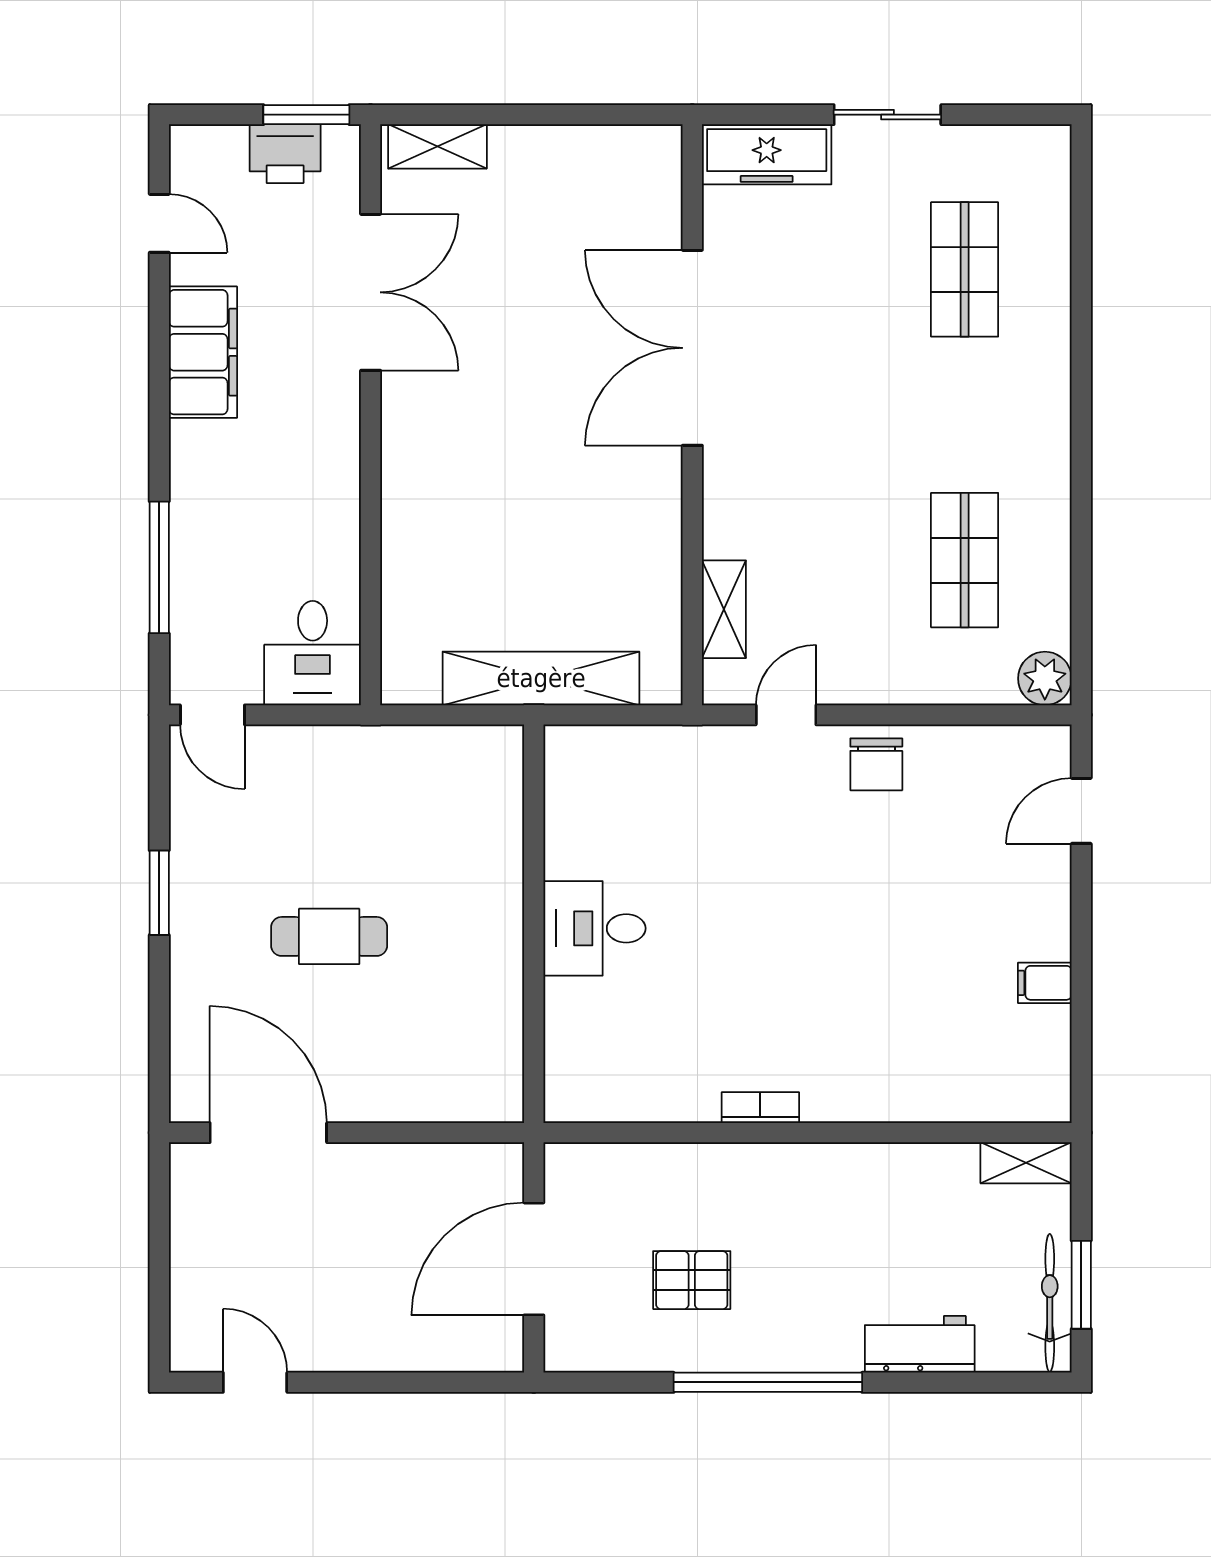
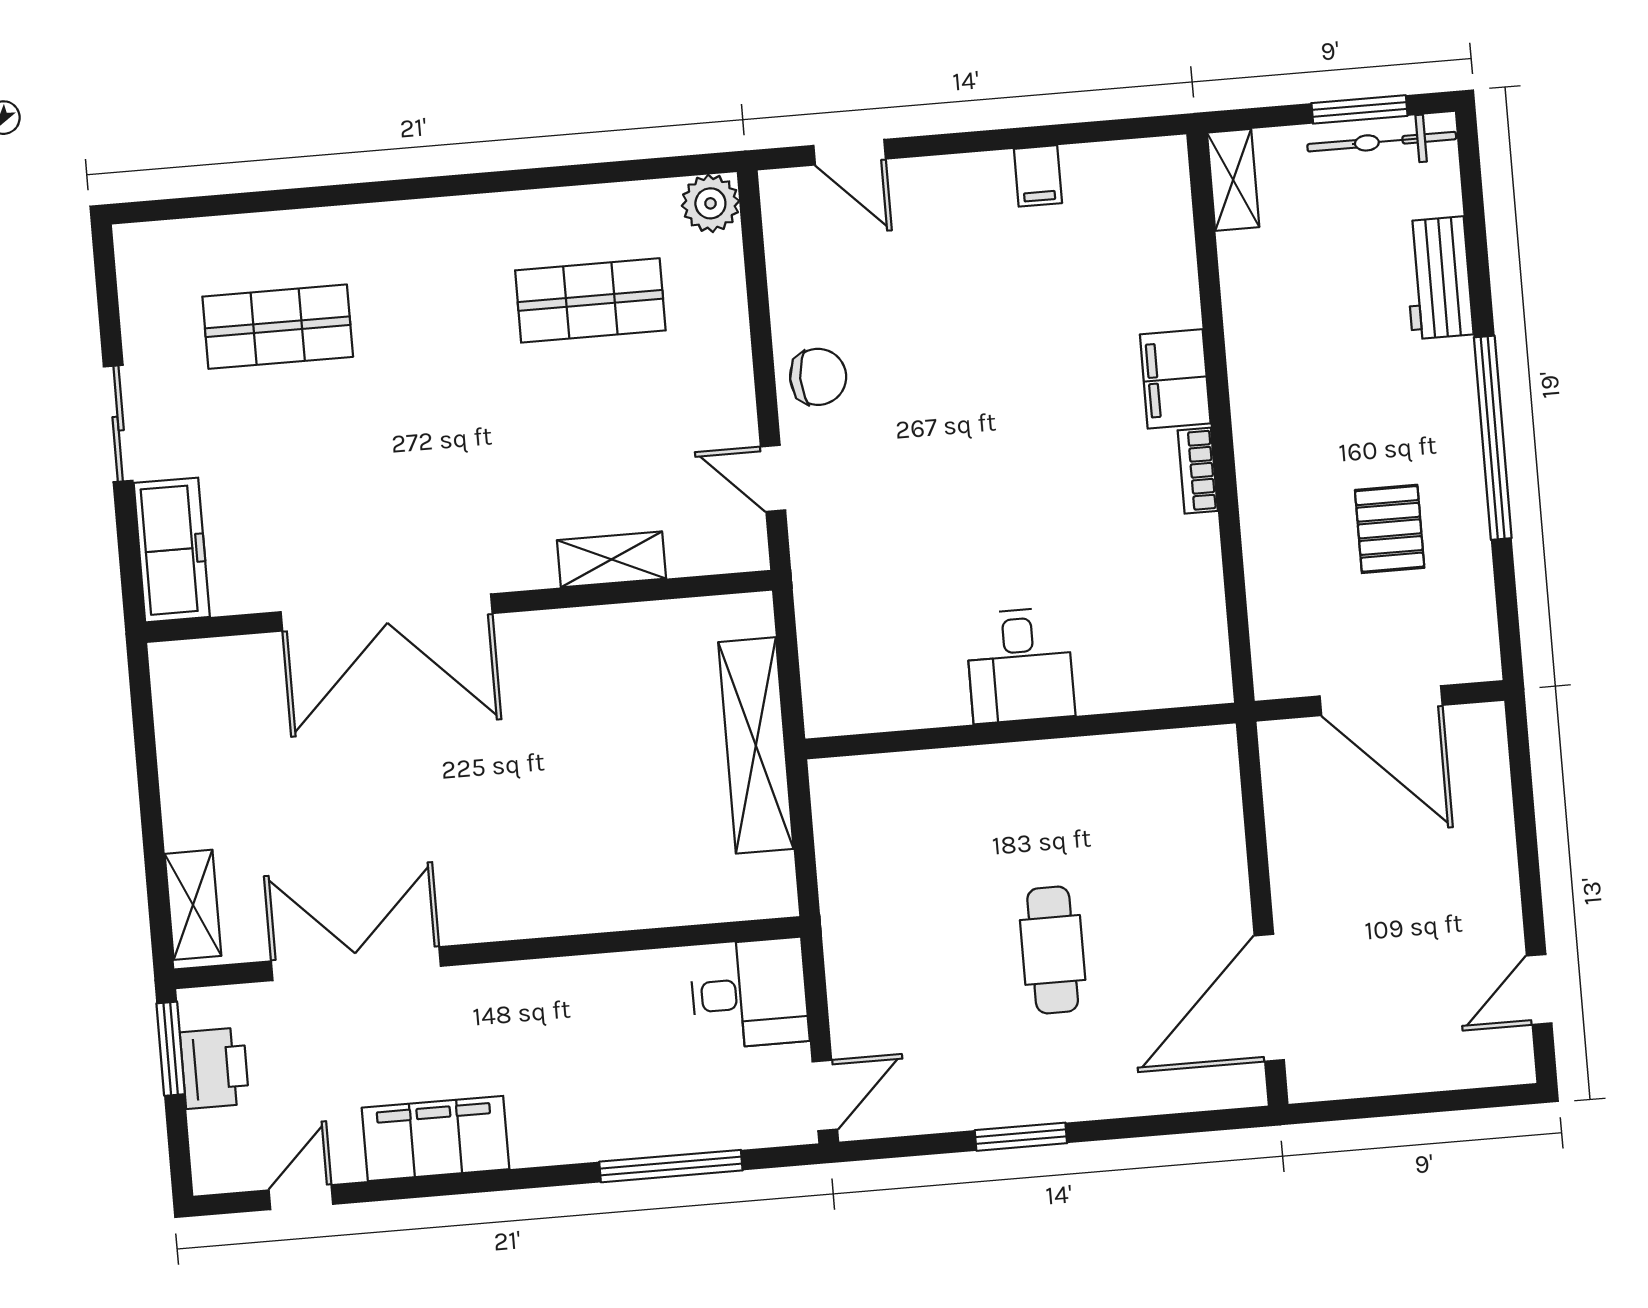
shelving: (724, 609) -> (611, 559), moved
filing cabinet: (847, 1094) -> (1175, 379), added

